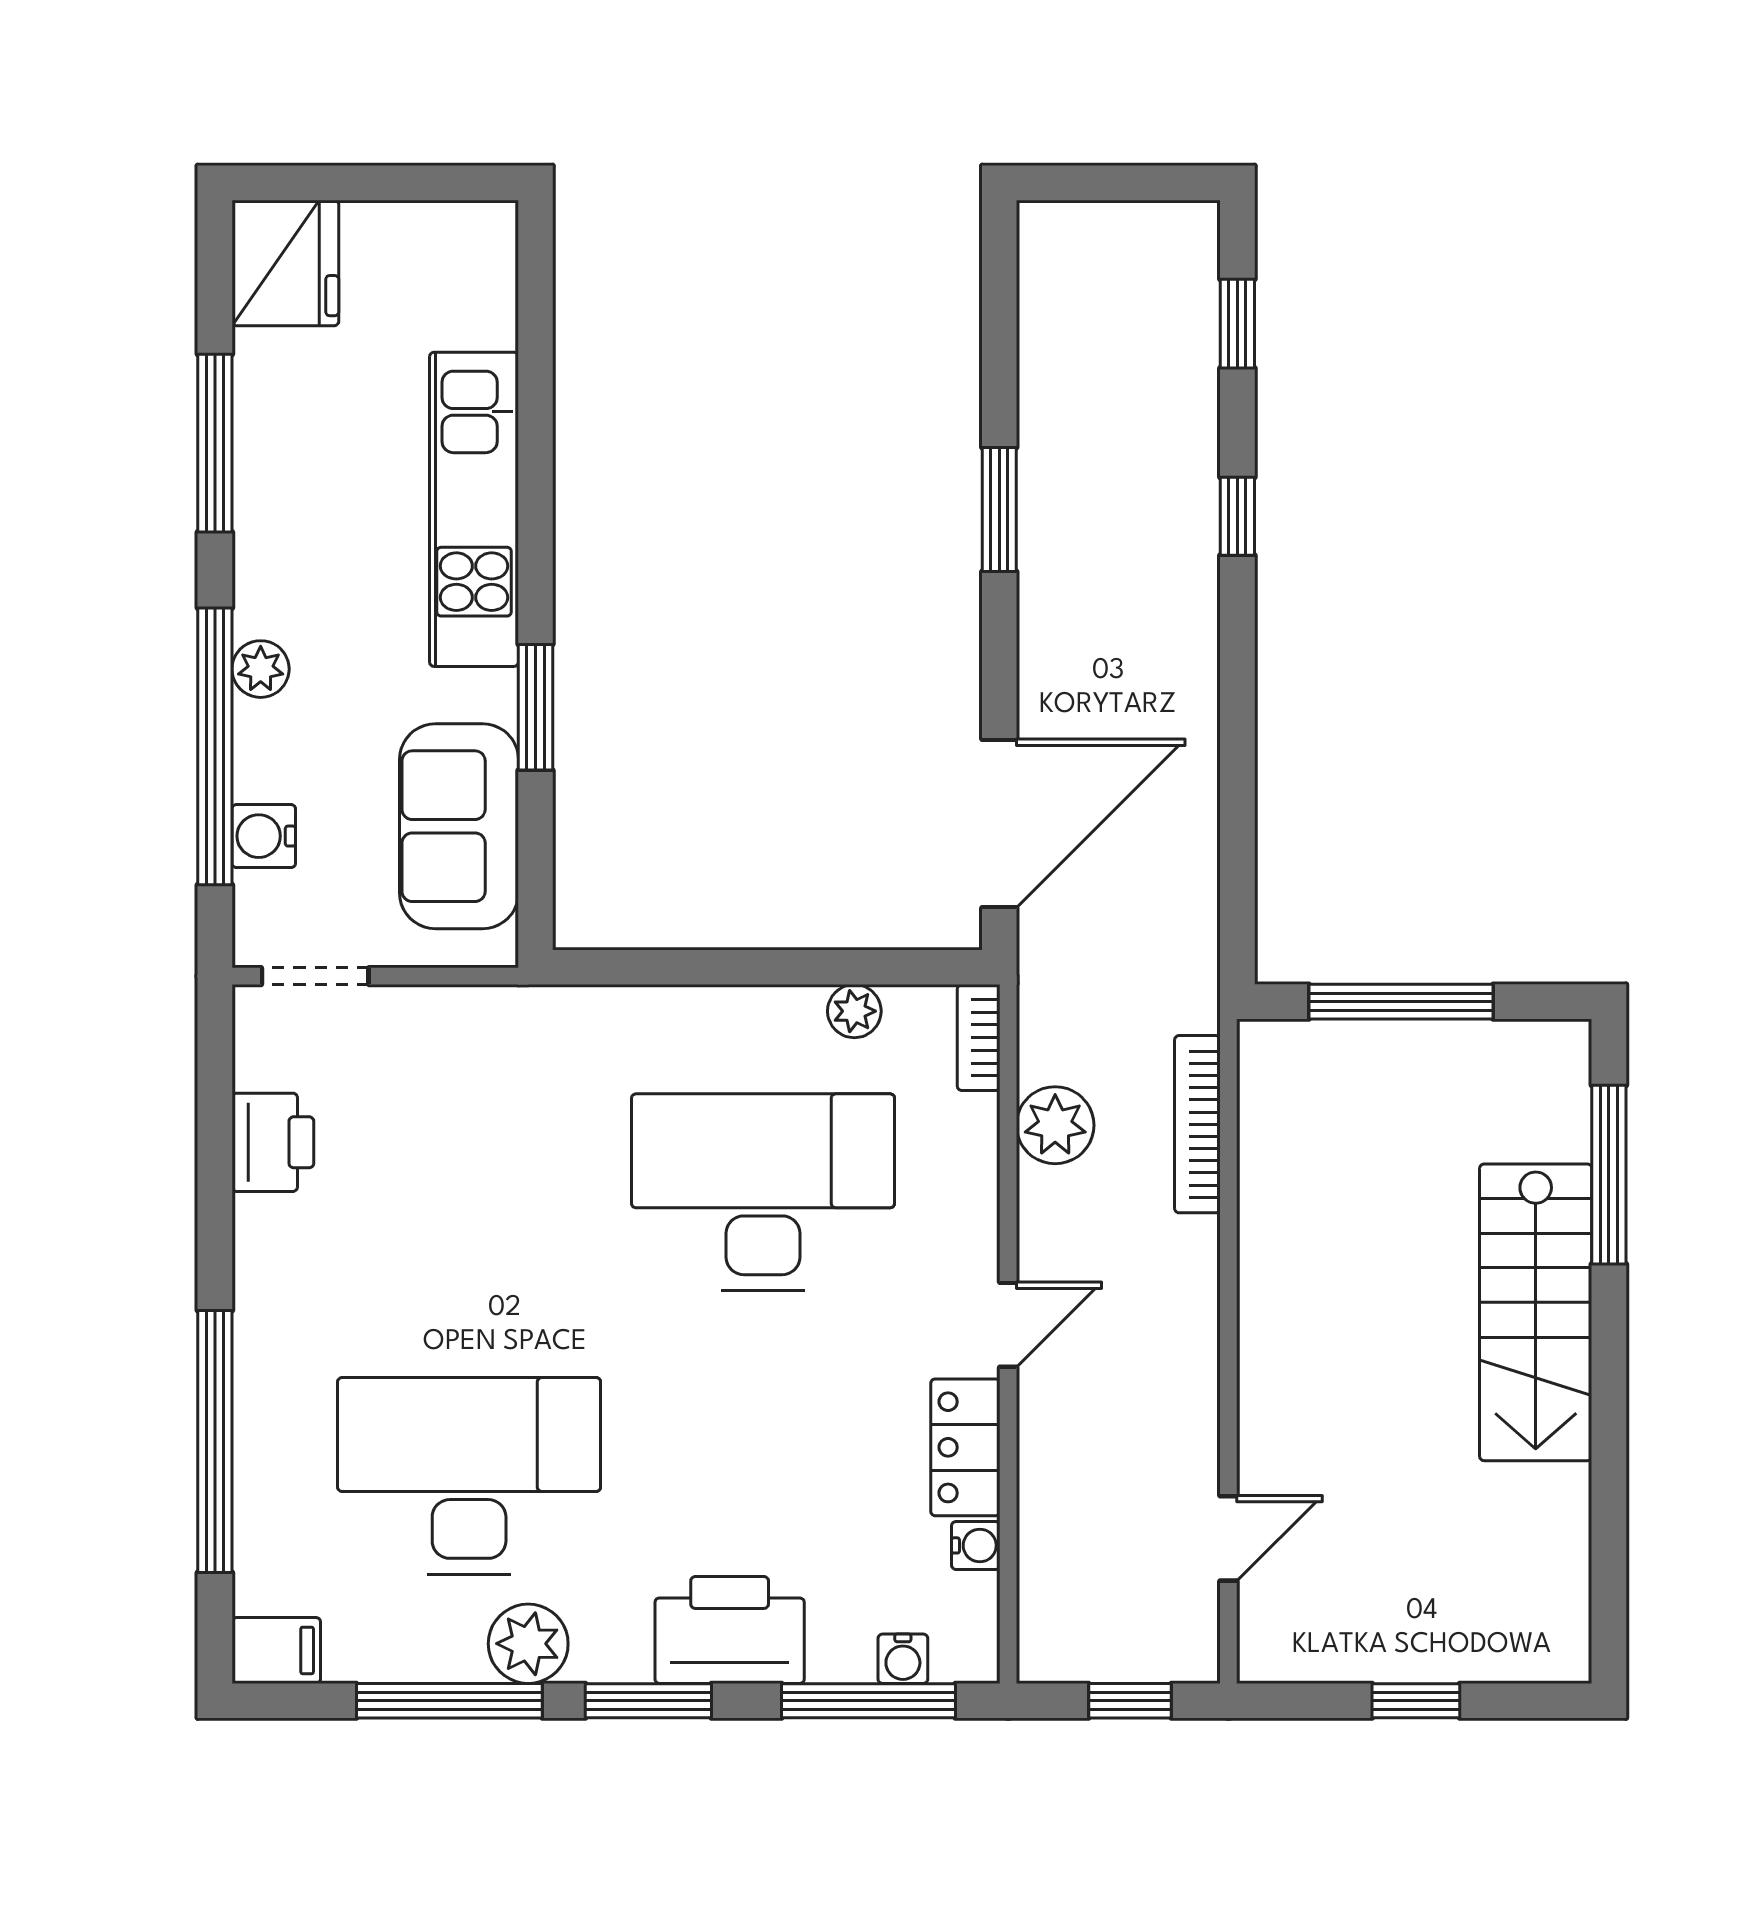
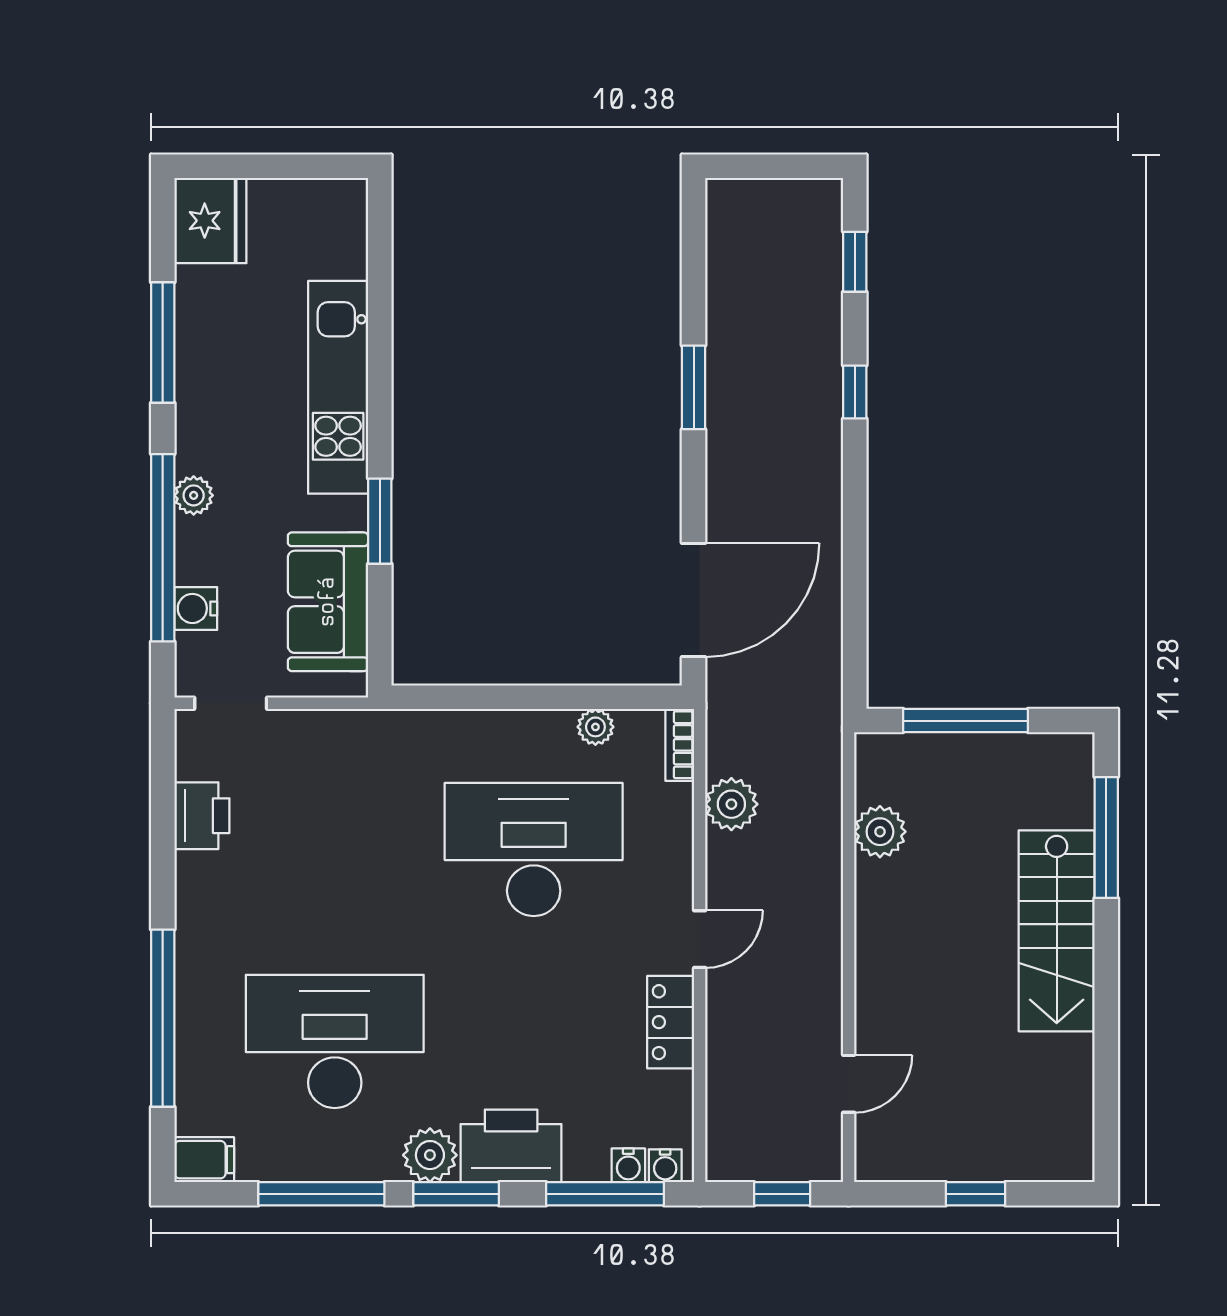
bookcase: (1197, 1124) -> (828, 803), removed
plant: (1275, 1166) -> (880, 832), added
water cooler: (976, 1545) -> (665, 1166), moved, turned 90
plant: (528, 1644) -> (430, 1155), moved

